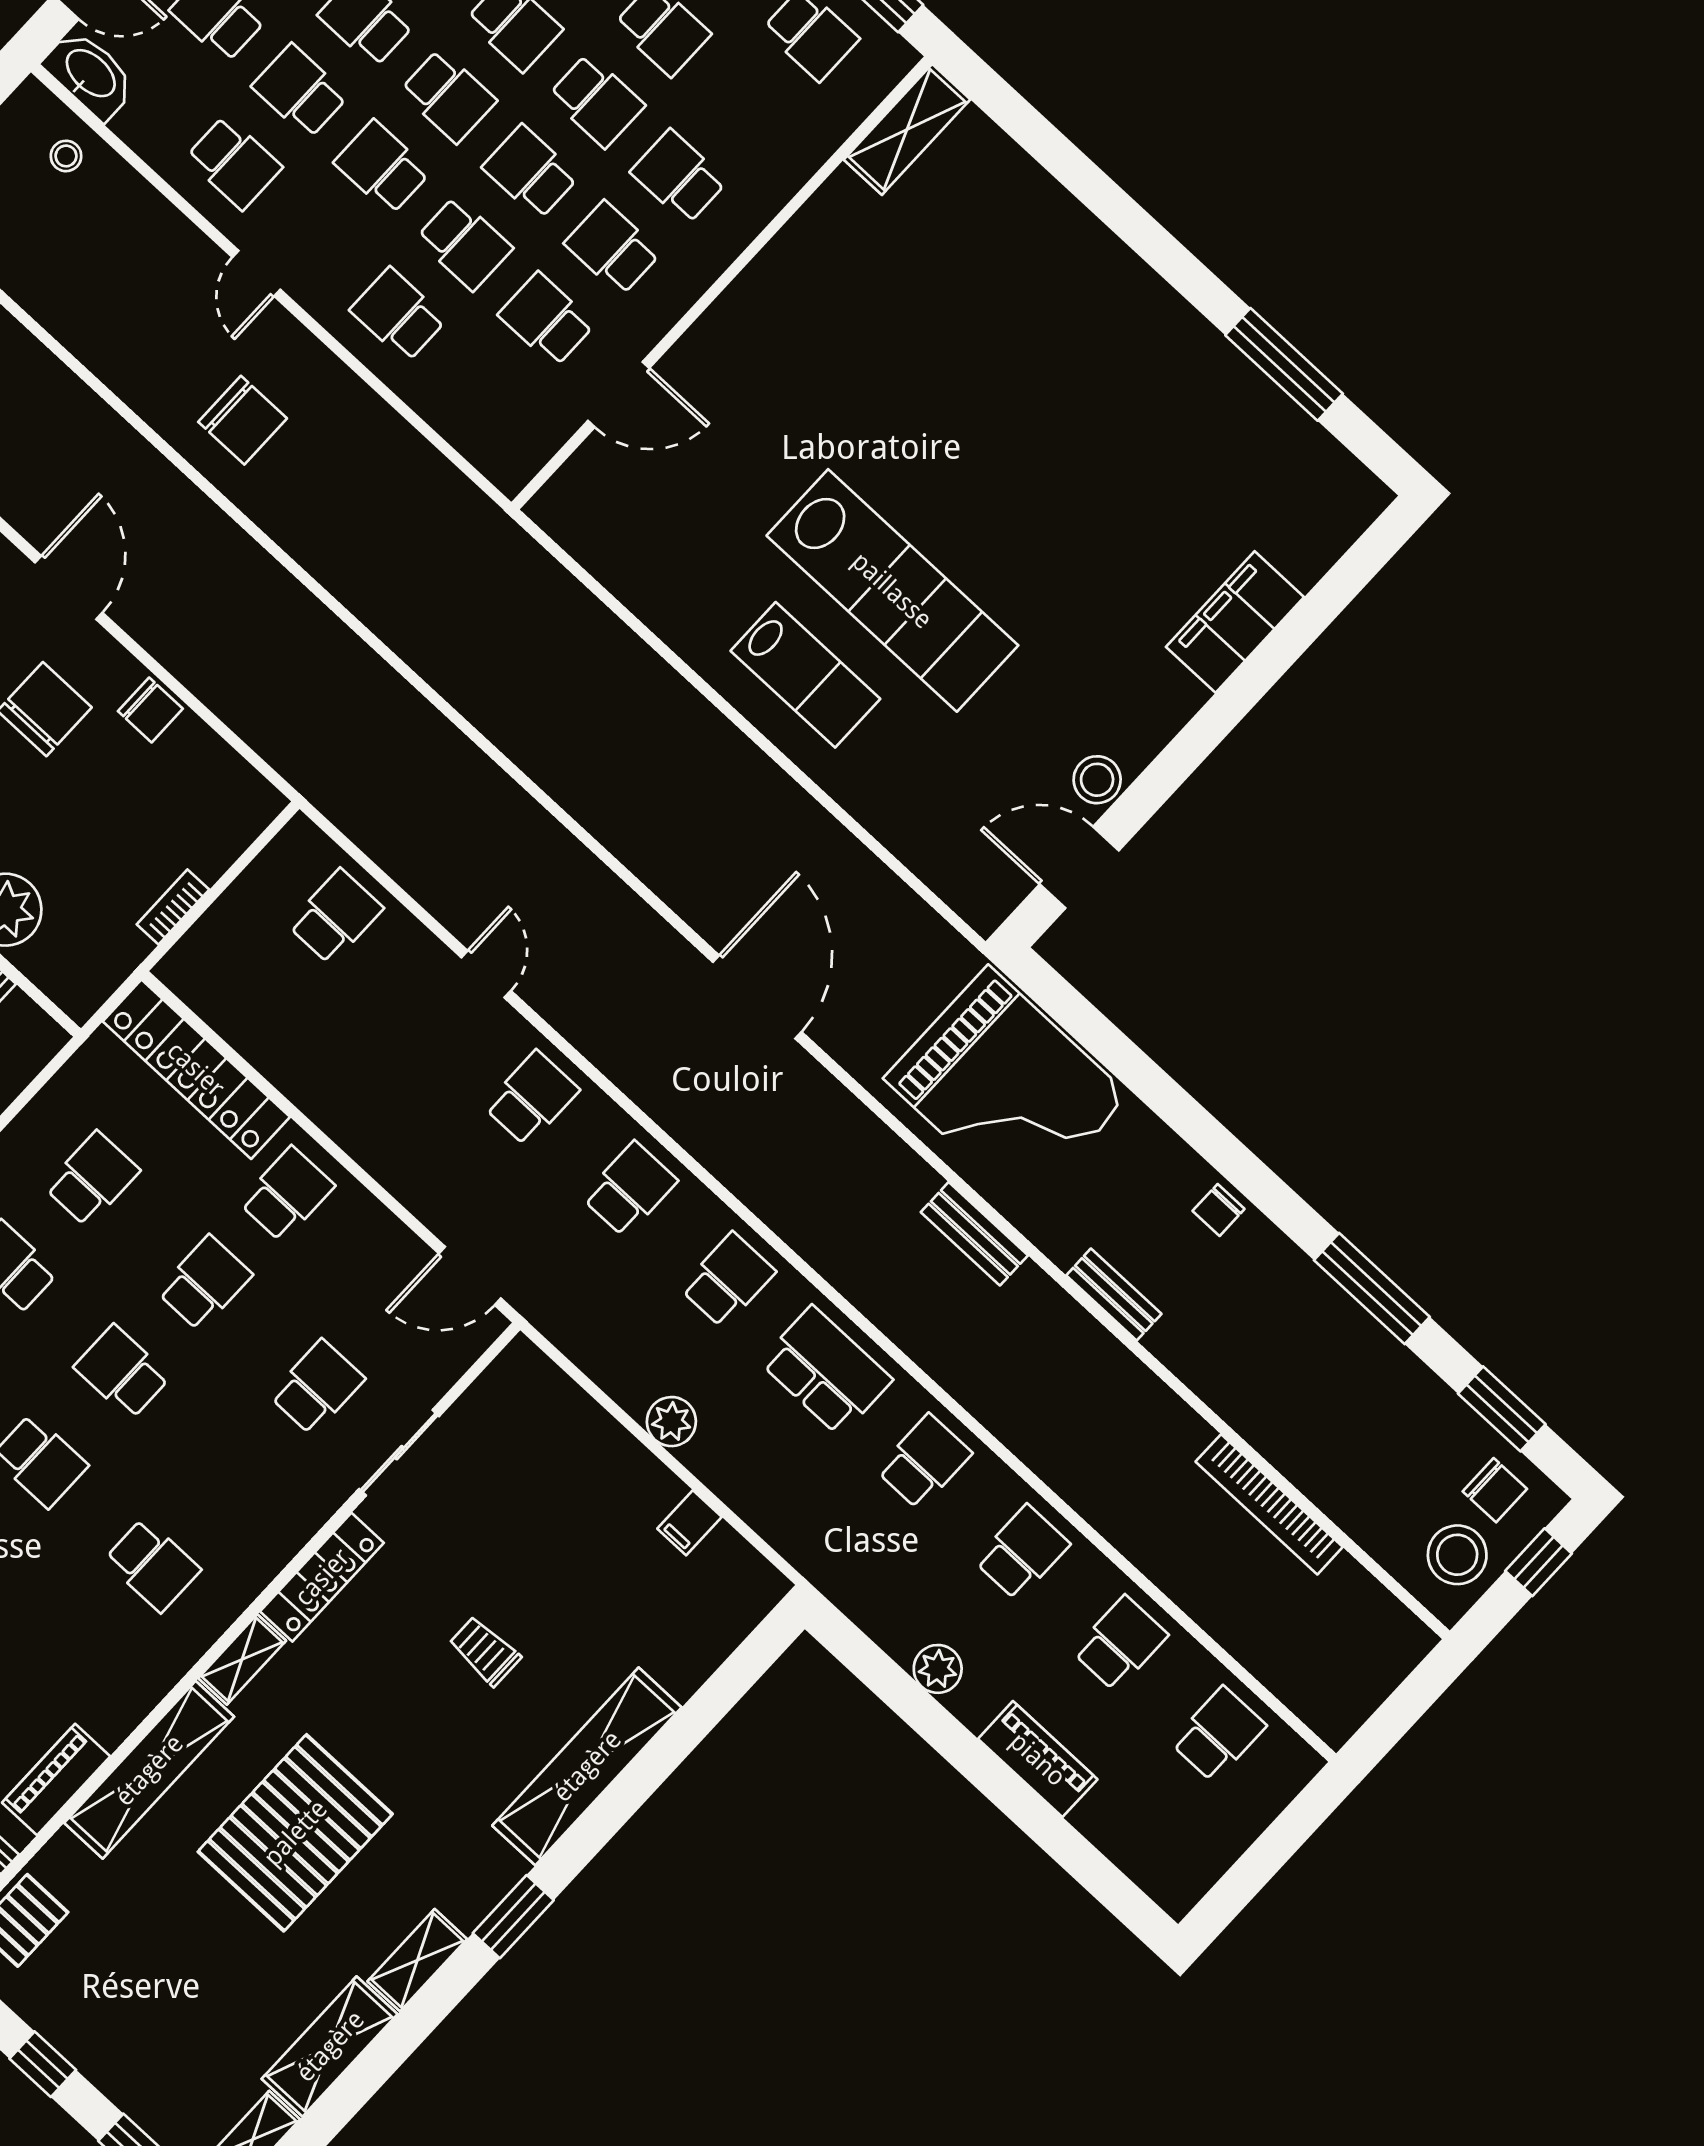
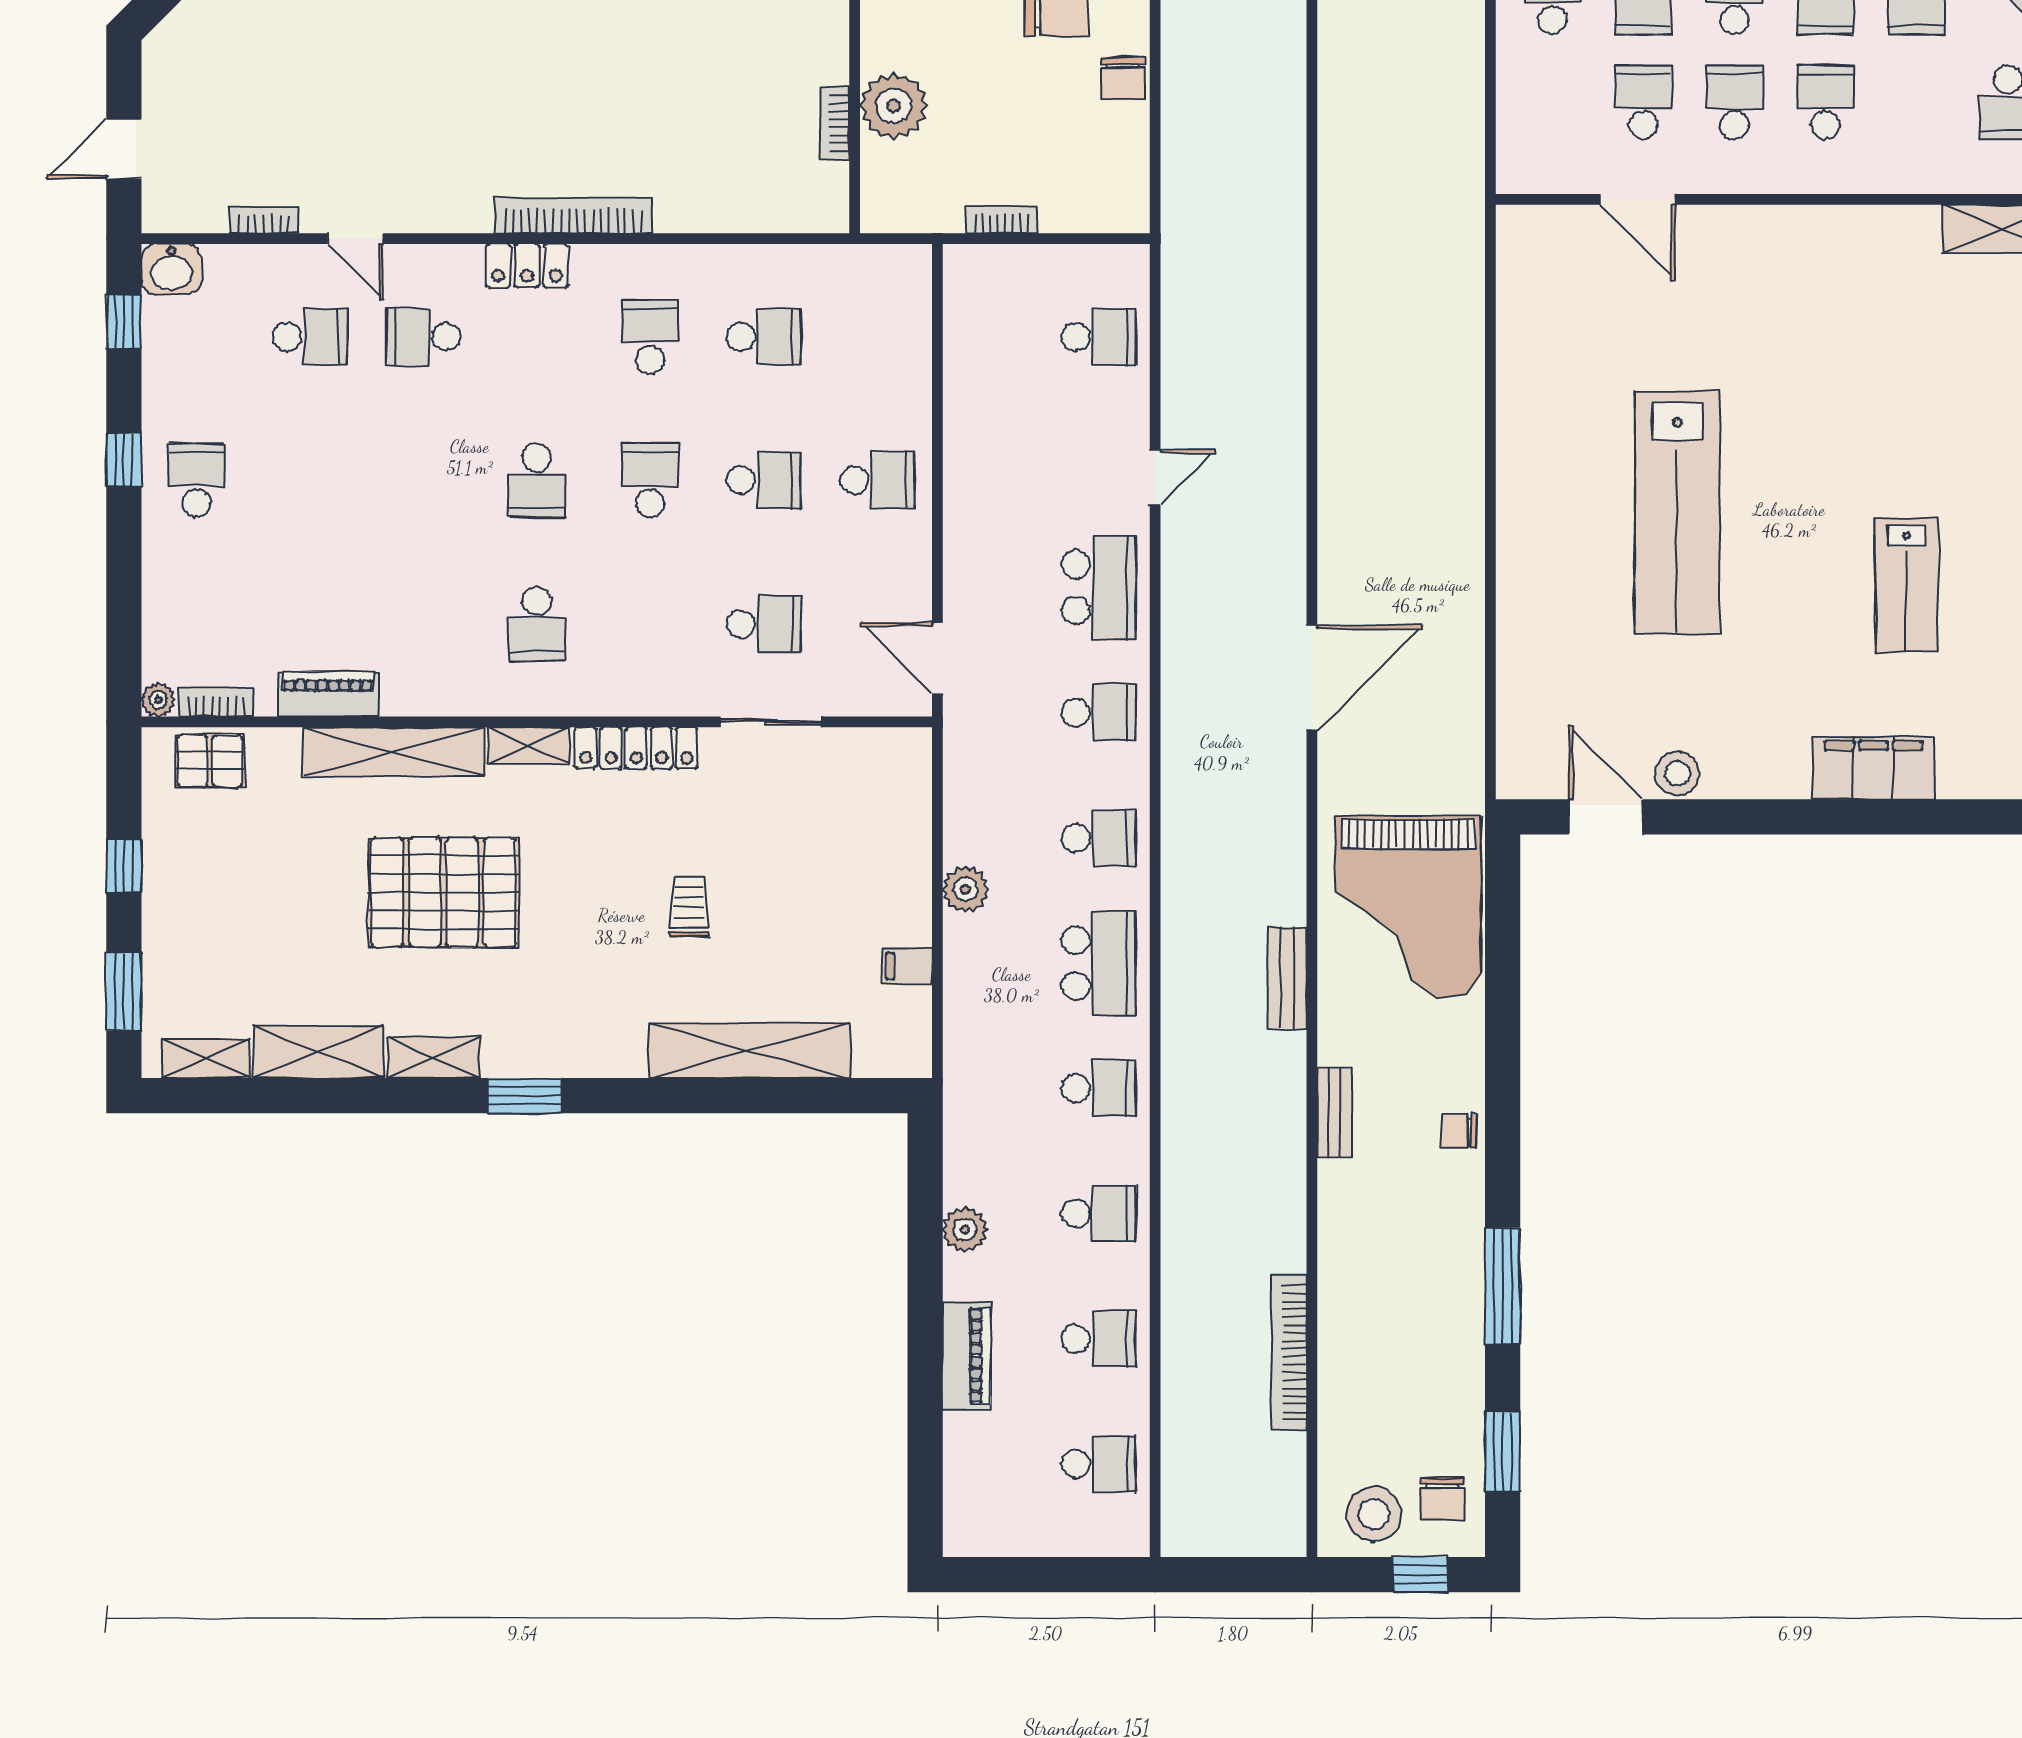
lab bench: (805, 675) -> (1907, 585), moved
locker: (196, 1069) -> (905, 339), removed
school desk: (532, 1098) -> (1099, 587), width x1.85
shelving: (587, 1766) -> (749, 1051), moved

